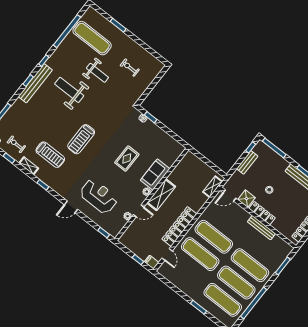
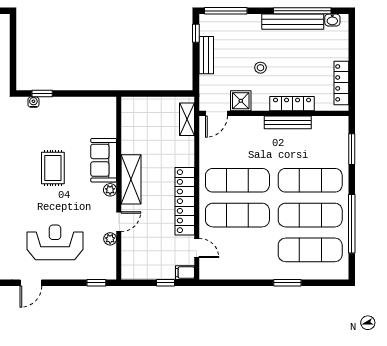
locker: (262, 213) -> (292, 104), moved

